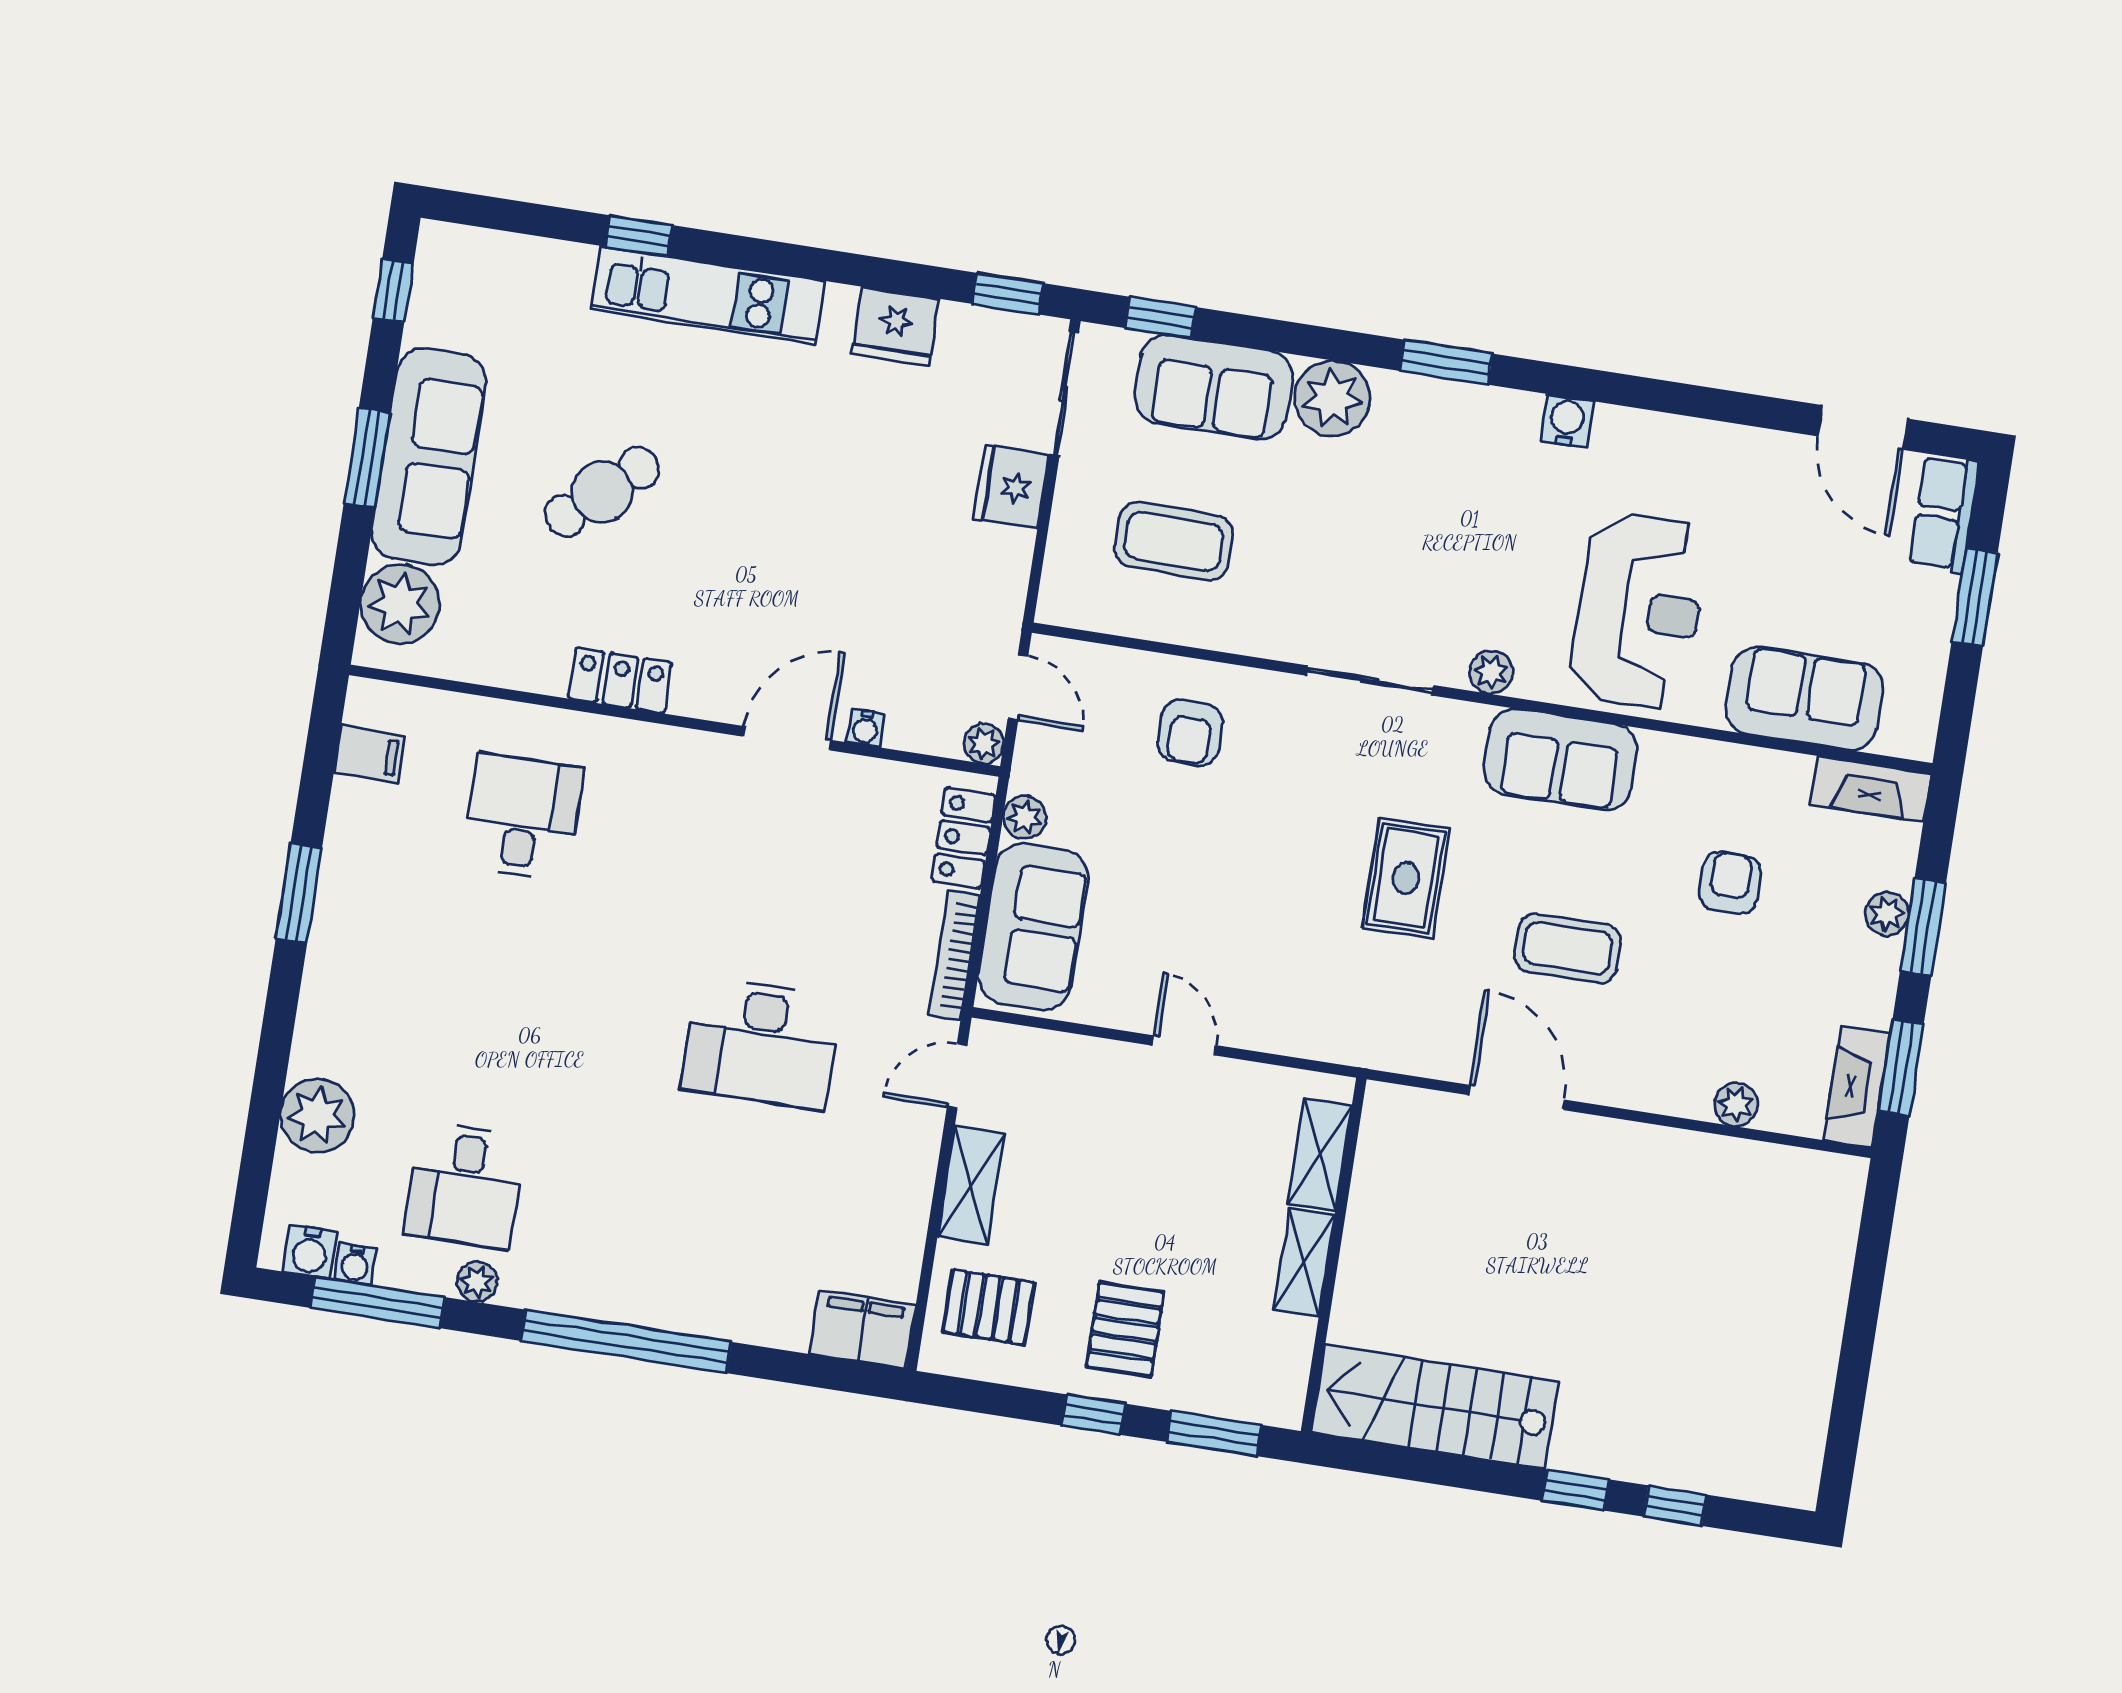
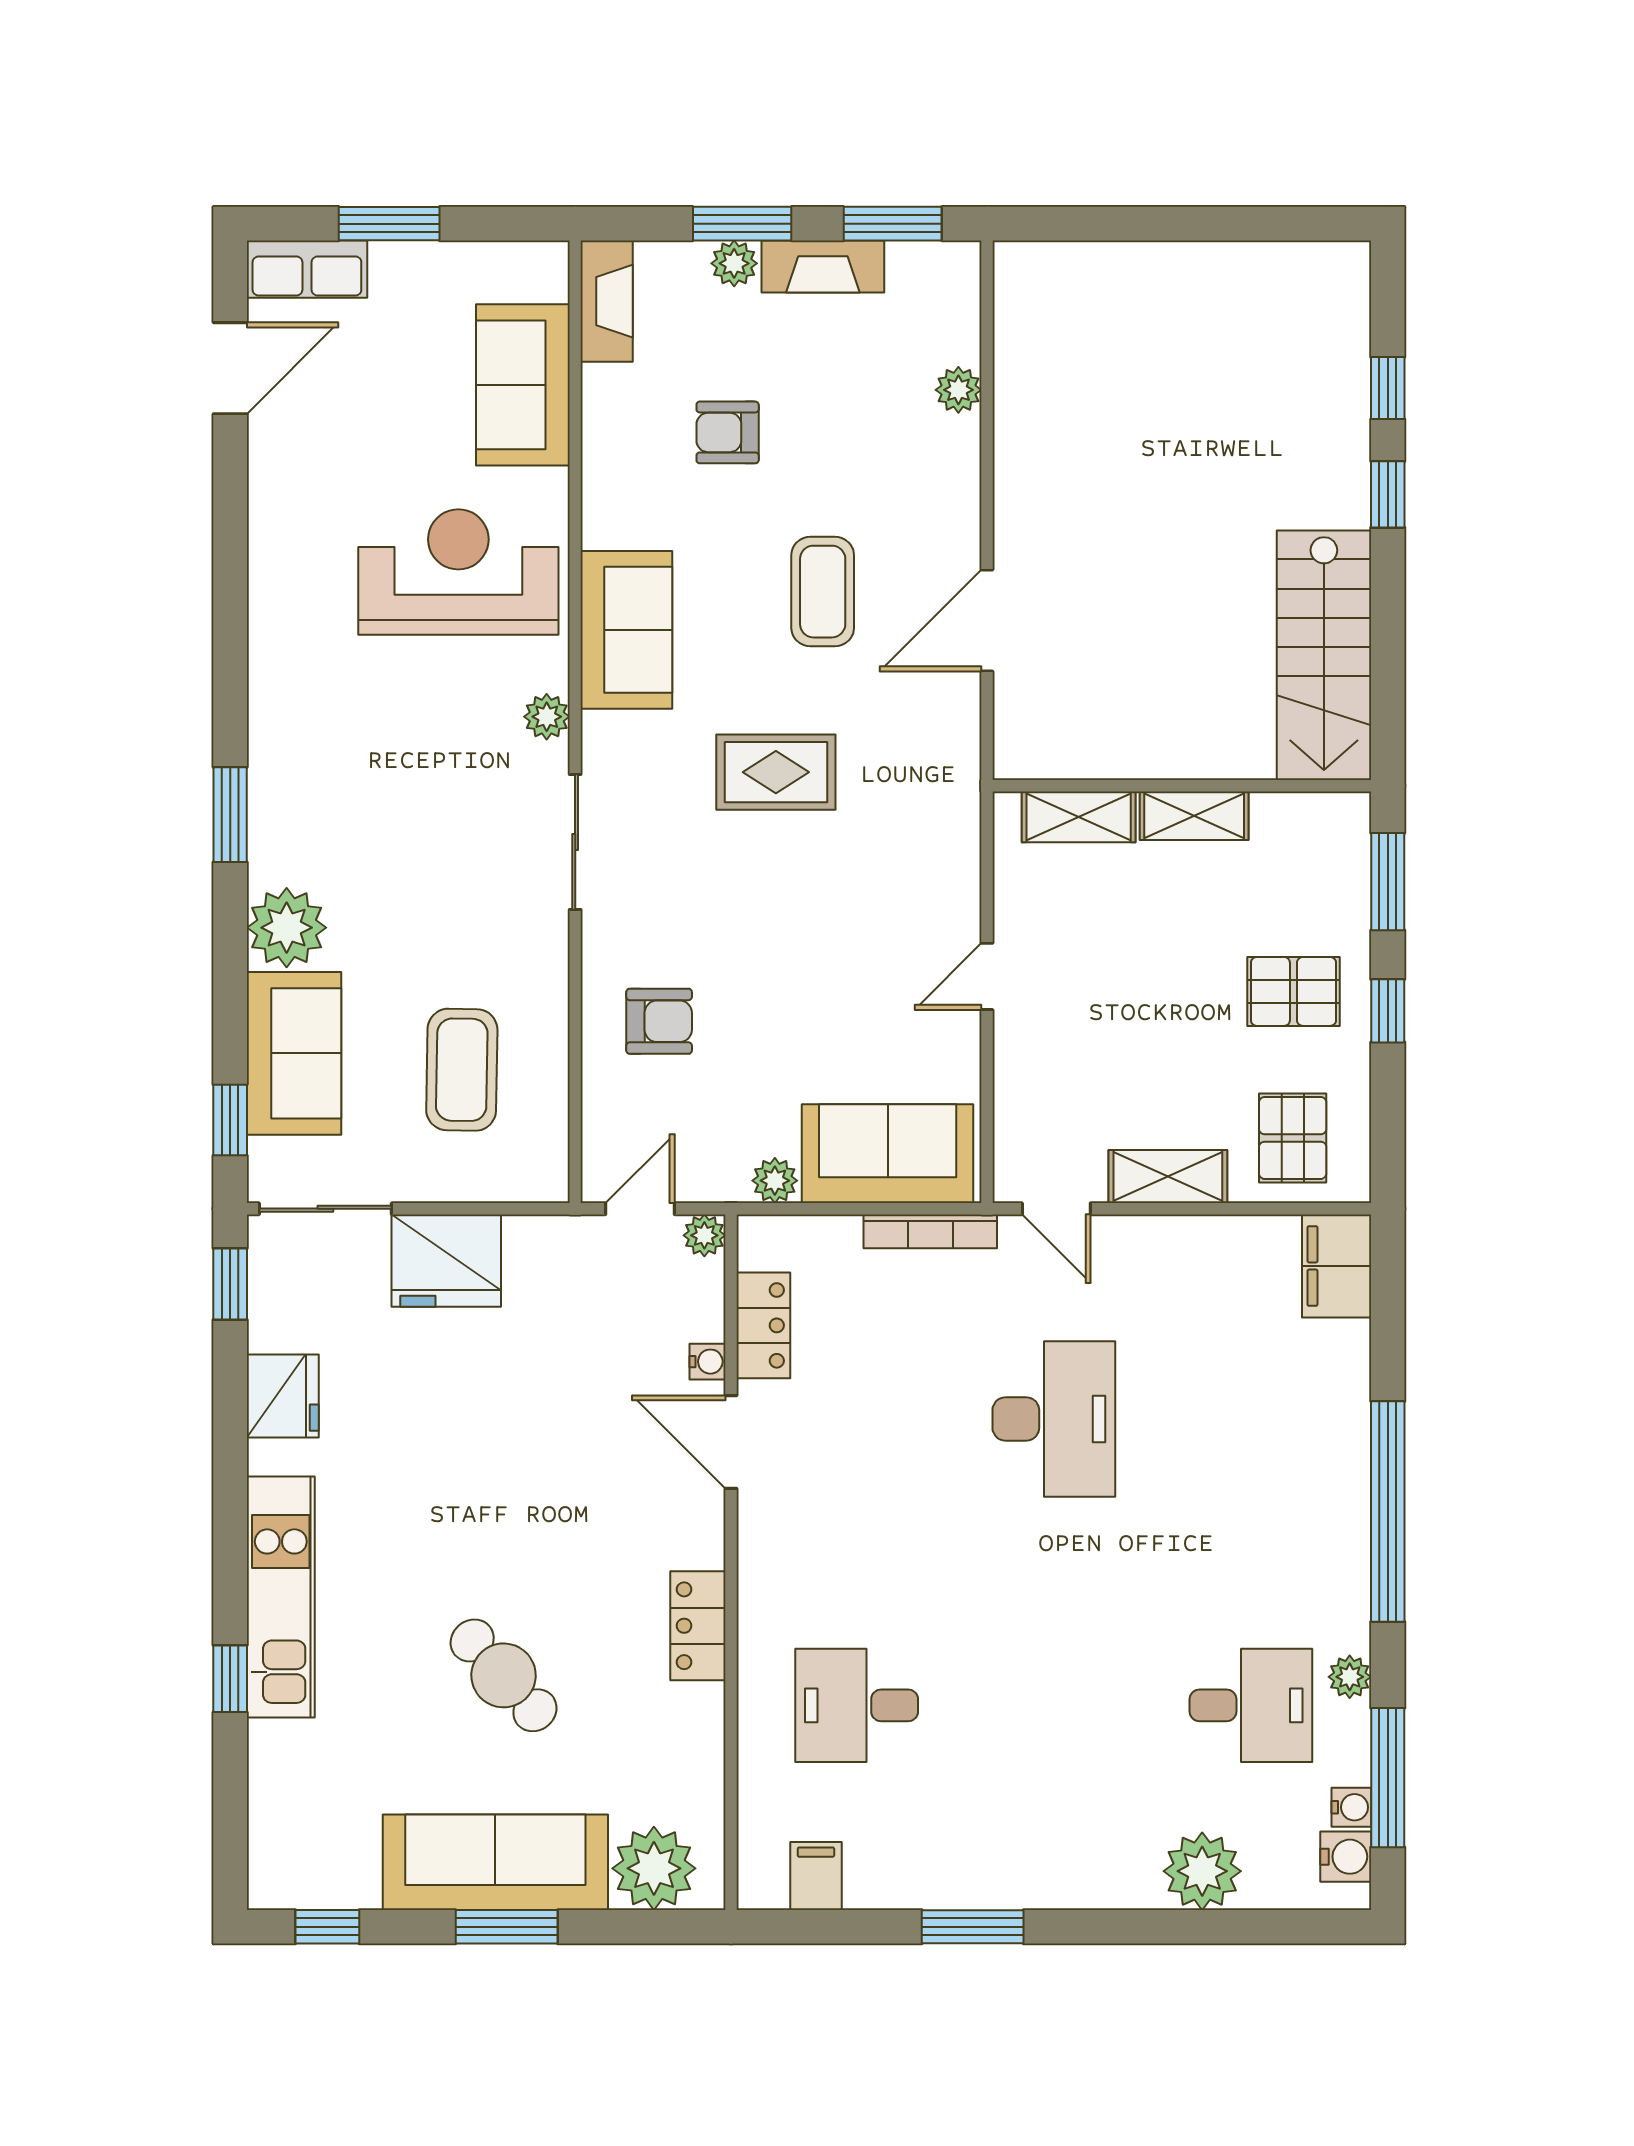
water cooler: (1567, 421) -> (272, 679), removed
fridge: (1011, 487) -> (446, 1261), width x1.36, depth x1.34
locker: (963, 838) -> (763, 1325), moved, turned -90
fireplace: (1857, 1087) -> (823, 266), moved

